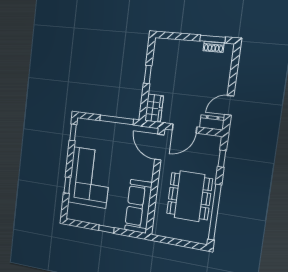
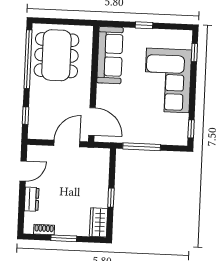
window: (213, 39) -> (64, 238), moved
wardrobe: (154, 108) -> (99, 222), moved
dresser: (212, 123) -> (32, 199), moved, turned -90
window: (67, 185) -> (194, 53), moved
dining table: (189, 196) -> (56, 55), moved

